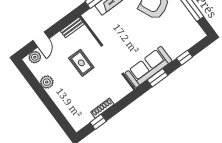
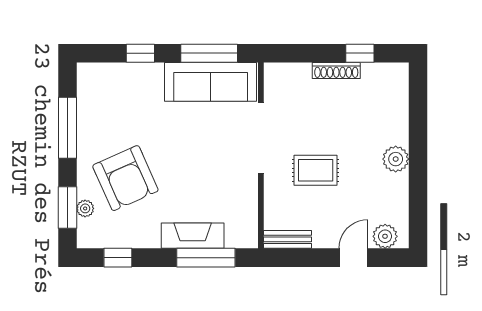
rug: (81, 63) -> (316, 170), turned 90
window: (157, 78) -> (209, 53), width x1.44
plant: (47, 82) -> (396, 159), moved

